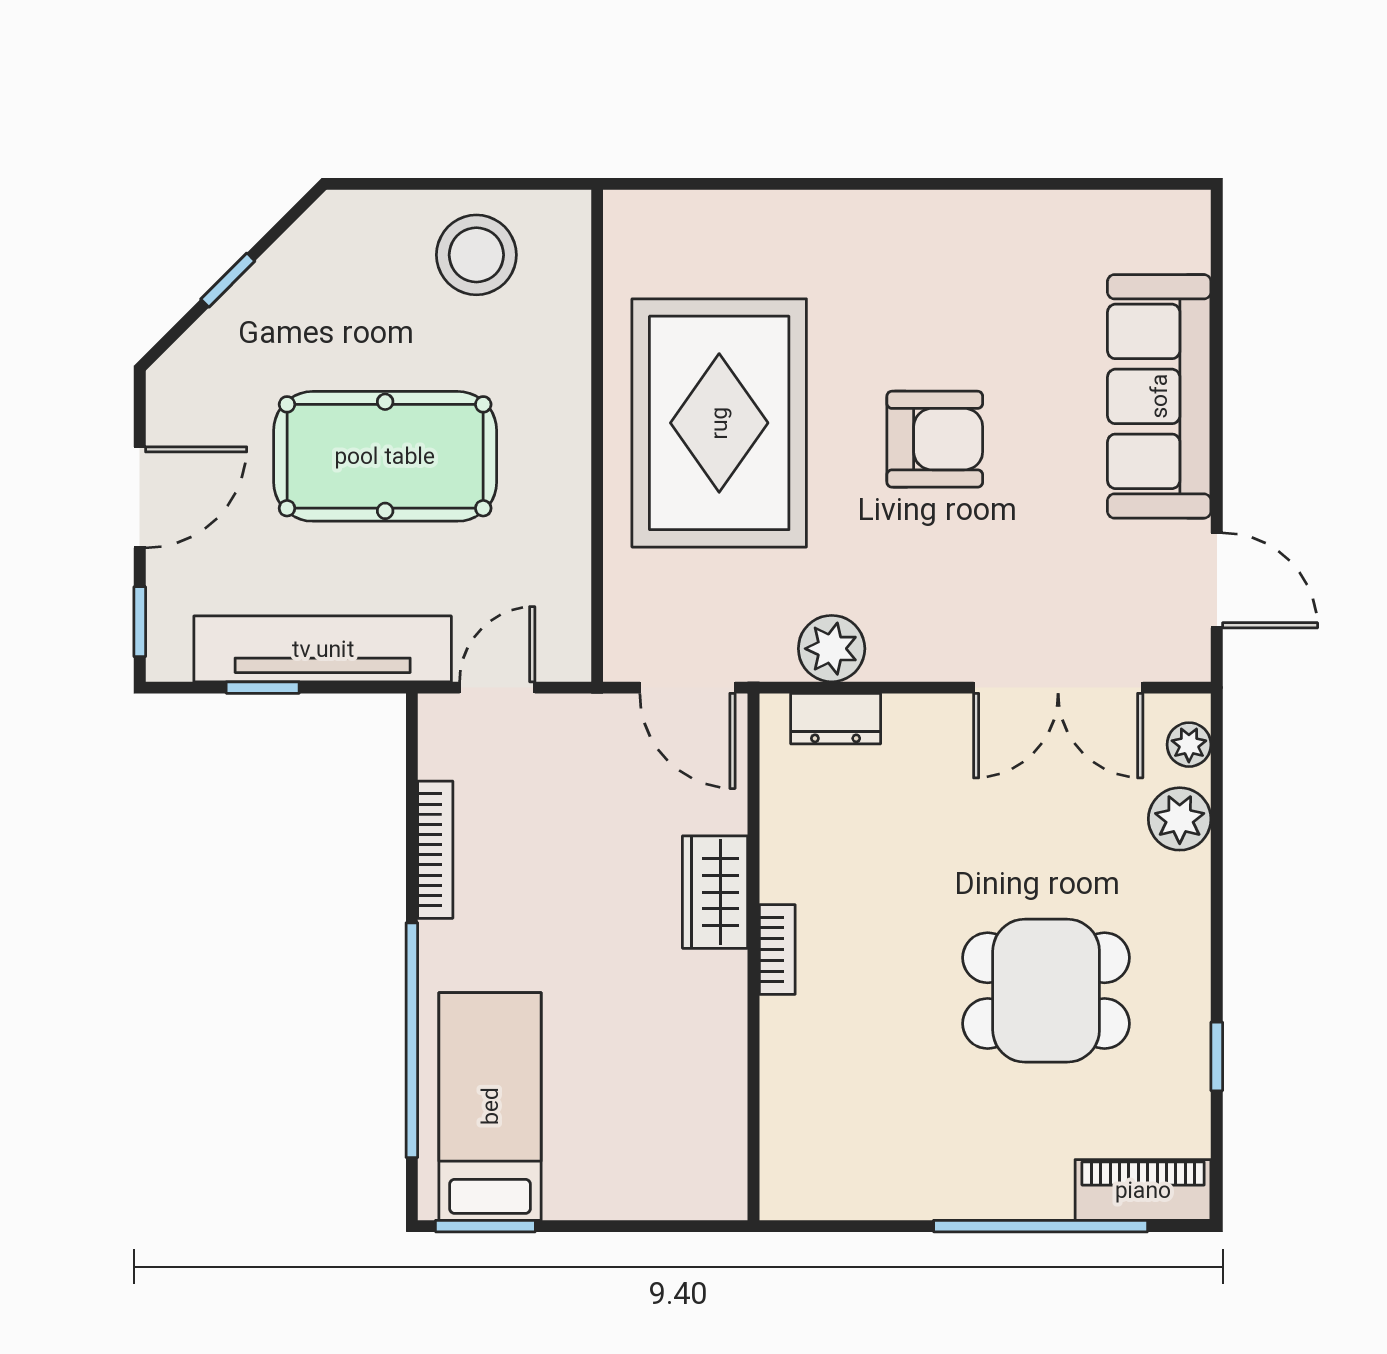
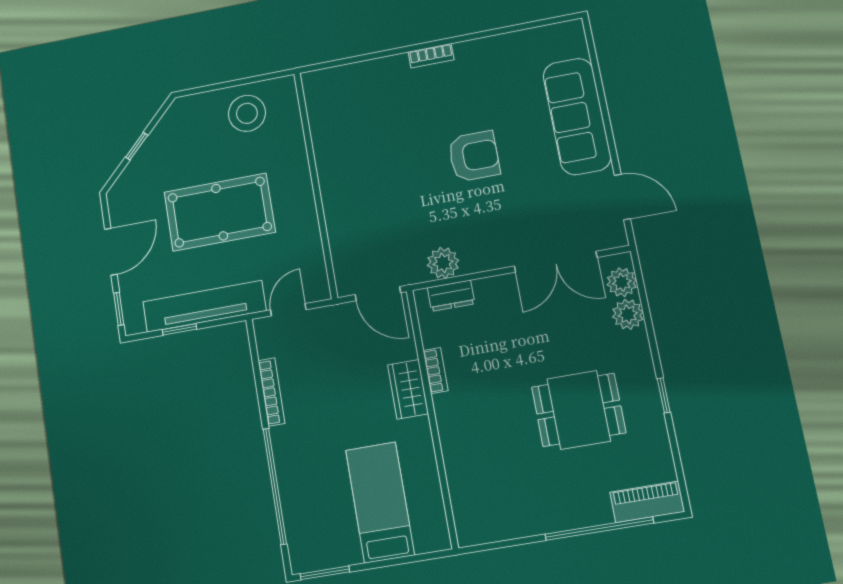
bookcase: (885, 208) -> (431, 56), added
rug: (719, 423) -> (371, 168), removed
plant: (1189, 745) -> (622, 282), width x1.38, depth x1.38
bookcase: (777, 950) -> (436, 371), moved
window: (1217, 1056) -> (664, 395), moved
bed: (490, 1106) -> (380, 502), moved

